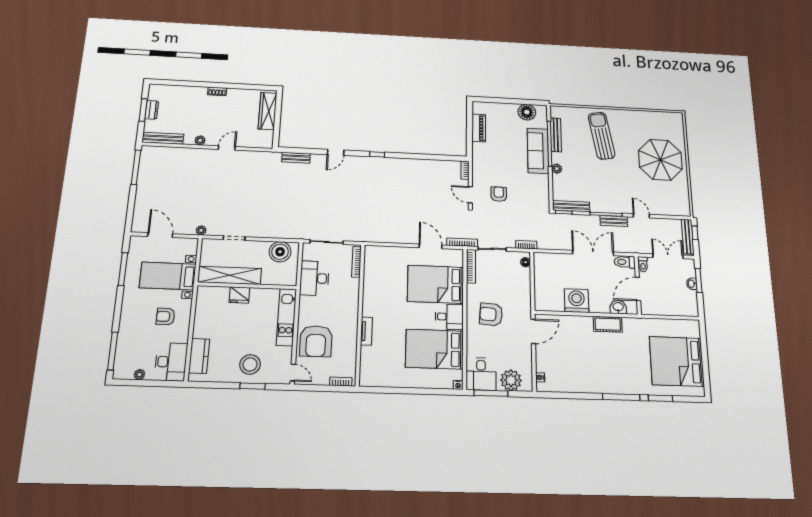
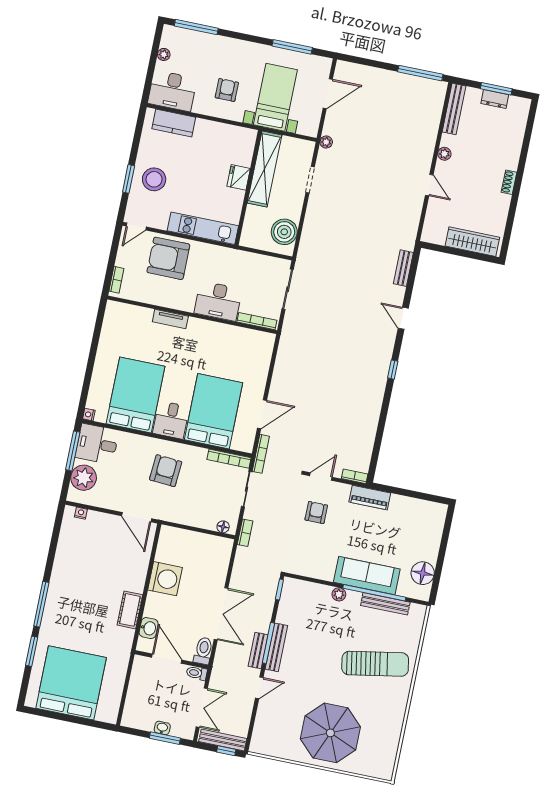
piano: (479, 128) -> (370, 498), moved
armchair: (499, 194) -> (316, 513), turned -90
bench: (571, 206) -> (276, 647), moved
desk: (314, 278) -> (218, 301), moved, turned 180

